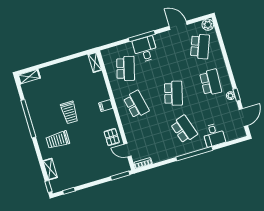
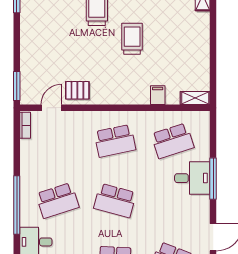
school desk: (126, 68) -> (173, 141), turned -33
filing cabinet: (106, 106) -> (158, 95), moved
trolley: (69, 112) -> (132, 39), turned 90

